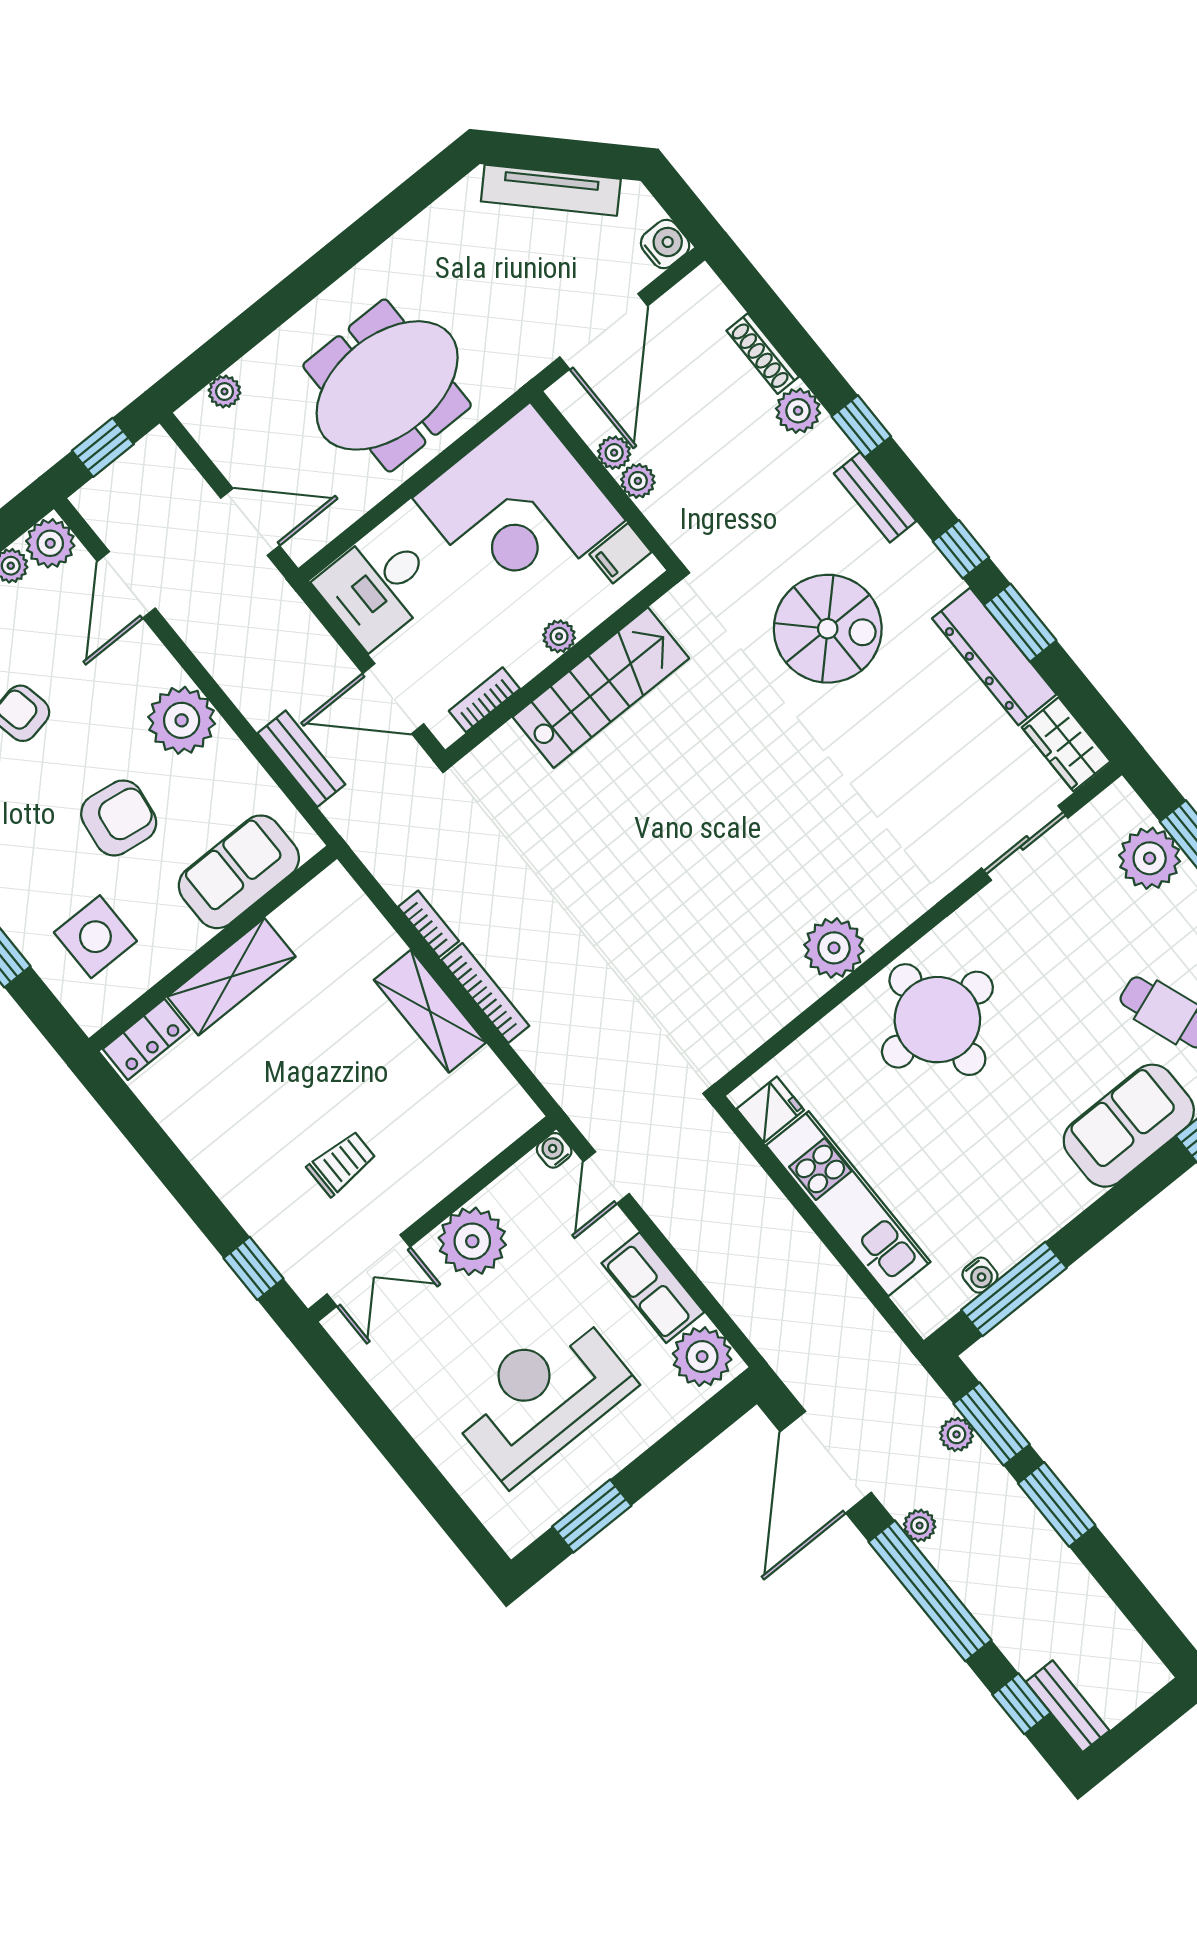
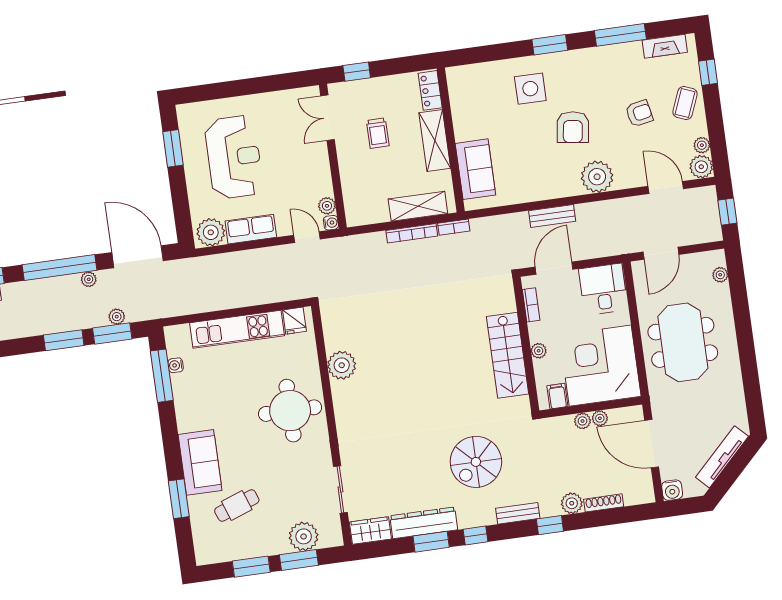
sofa: (239, 872) -> (475, 169), moved
wall: (213, 948) -> (451, 140), moved
plant: (834, 948) -> (342, 365), moved
shelving: (231, 977) -> (435, 140), moved
locker: (146, 1039) -> (430, 90), moved
plant: (472, 1241) -> (327, 206), moved, width x0.53, depth x0.53

